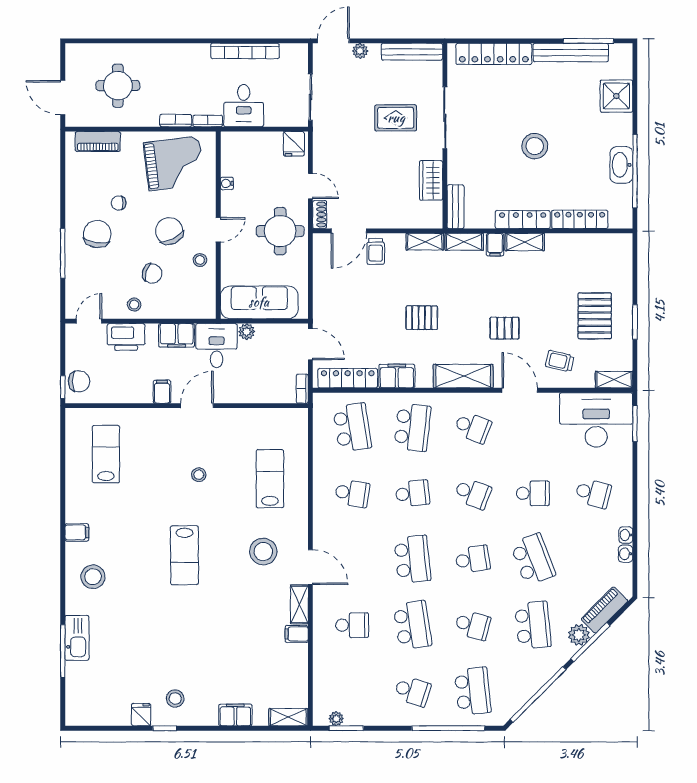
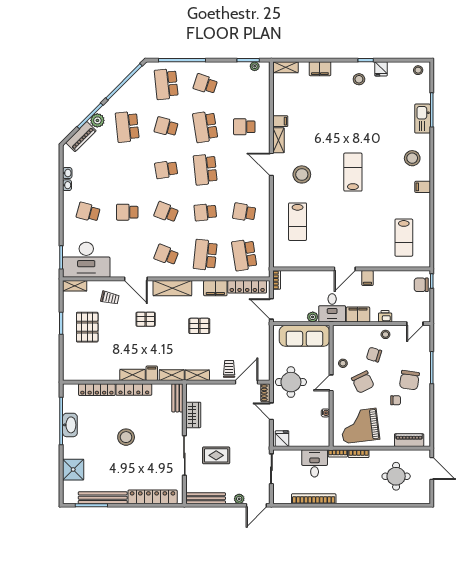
printer: (126, 337) -> (385, 316), width x0.53, depth x0.68
stool: (199, 475) -> (418, 70), moved
school desk: (533, 559) -> (127, 169), removed

